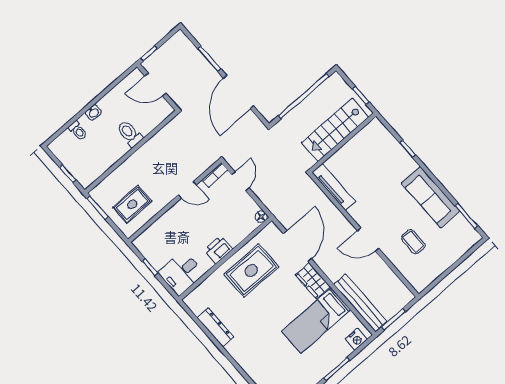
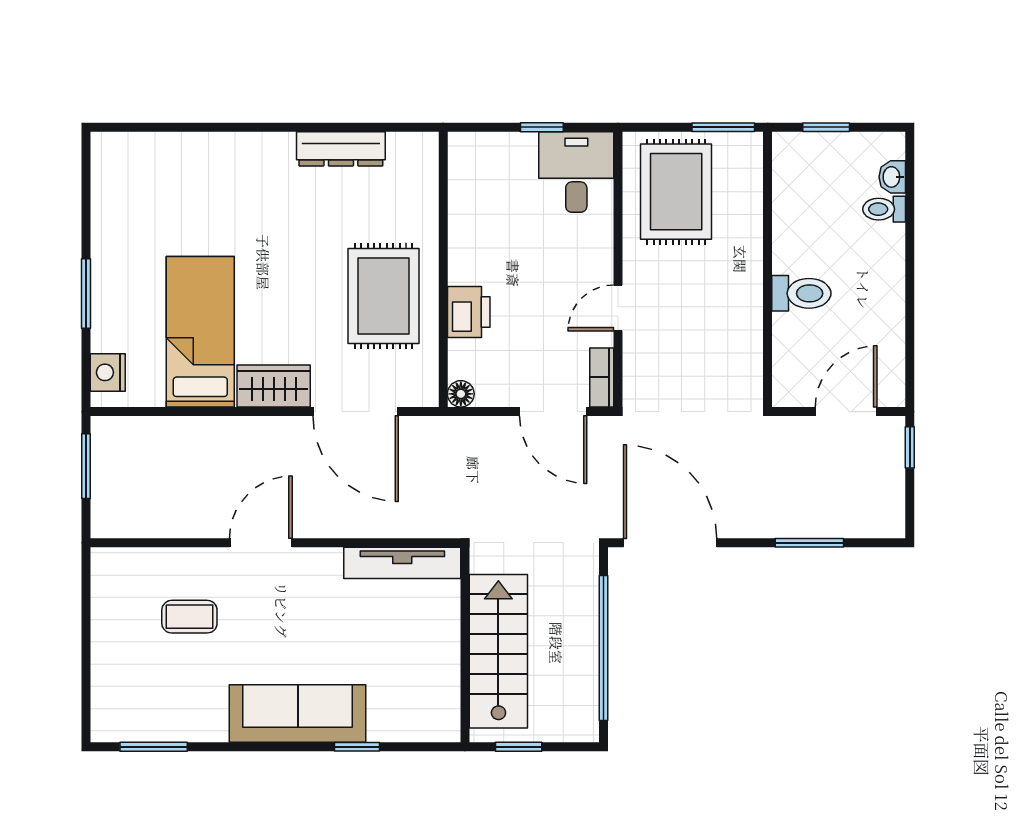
door: (239, 92) -> (670, 543), moved
washbasin: (93, 112) -> (892, 177), moved
door: (240, 181) -> (553, 412), width x1.38
sofa: (431, 197) -> (298, 714), moved
rug: (132, 204) -> (676, 192), width x1.36, depth x1.43
printer: (218, 250) -> (469, 312), moved
desk: (181, 273) -> (576, 172), moved
bench: (360, 303) -> (164, 434), removed

